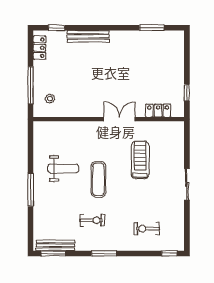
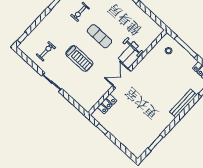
double door: (119, 119) -> (122, 78), swing flipped
treadmill: (140, 160) -> (79, 58), moved
weight bench: (63, 168) -> (128, 52), moved
exercise bike: (147, 229) -> (46, 51), moved

